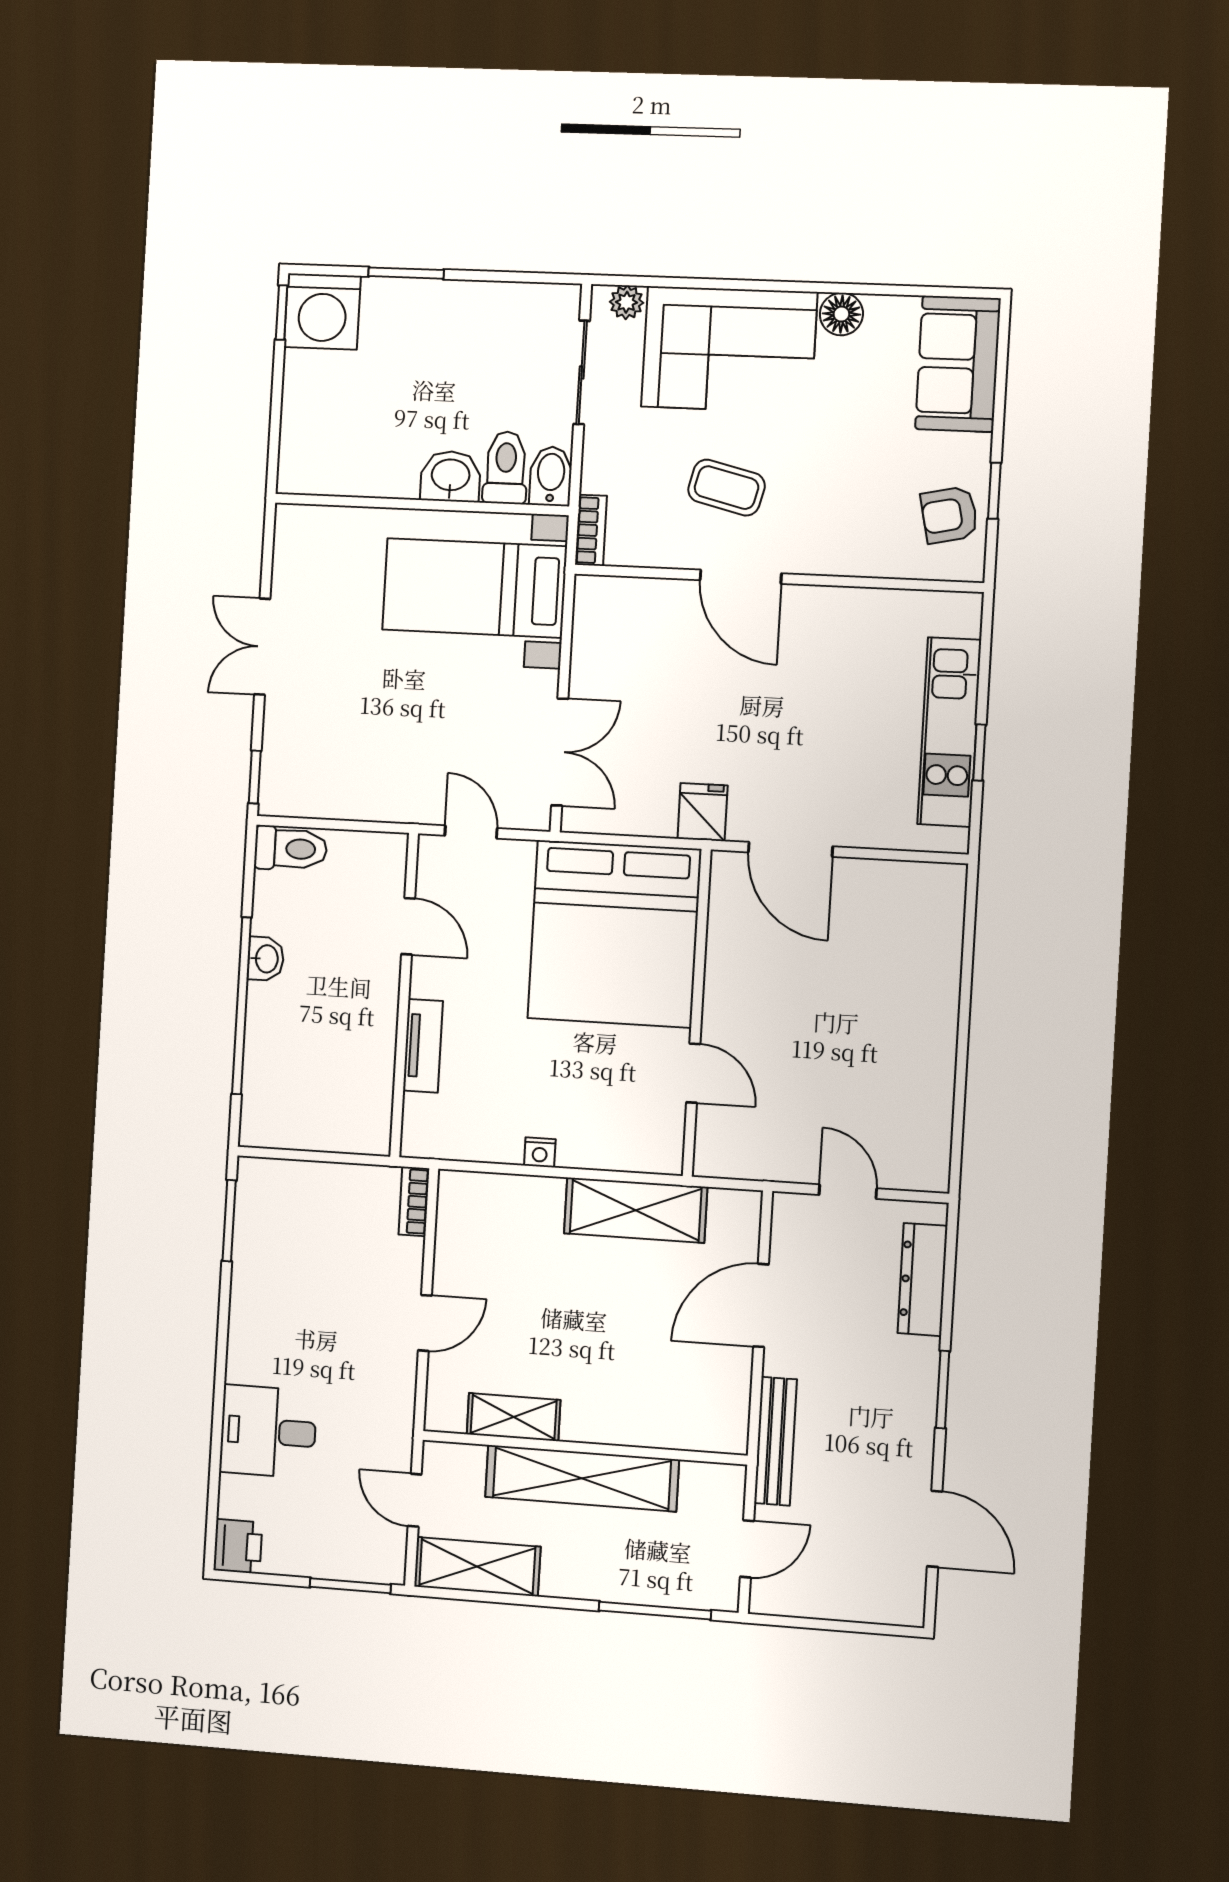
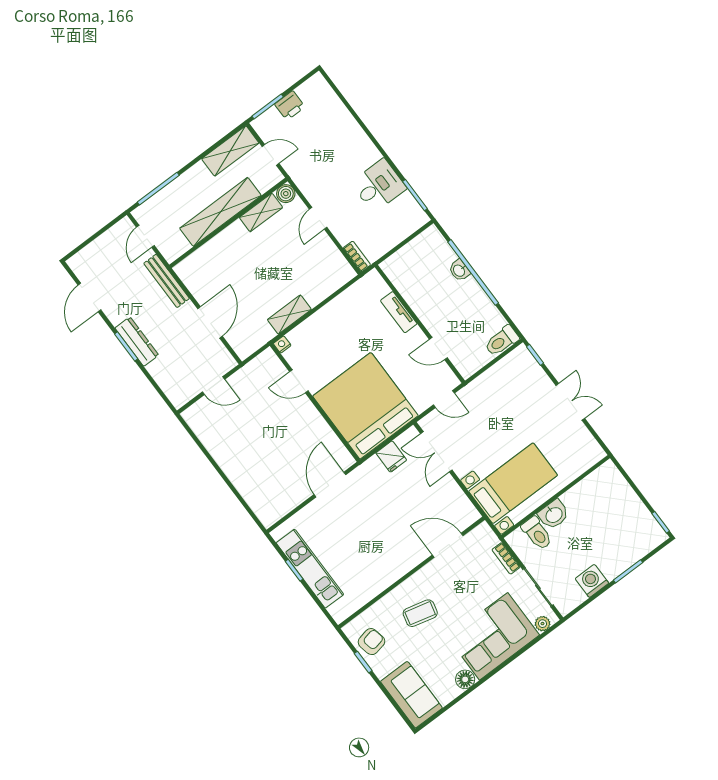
washing machine: (322, 312) -> (592, 581), moved, width x0.73, depth x0.73
bidet: (551, 476) -> (519, 543), removed
coffee table: (726, 488) -> (420, 613), moved
bookcase: (591, 530) -> (506, 558), moved
door: (741, 577) -> (448, 545), moved
fridge: (703, 812) -> (391, 457), moved
door: (790, 849) -> (330, 485), hinge flipped
washbasin: (266, 959) -> (459, 270), moved
nightstand: (540, 1152) -> (282, 345), moved
shelving: (636, 1210) -> (289, 315), width x0.67, depth x0.75
dresser: (923, 1279) -> (137, 342), moved
boiler: (444, 1412) -> (286, 194), added
desk: (268, 1431) -> (379, 186), moved
door: (935, 1529) -> (89, 298), hinge flipped
printer: (238, 1546) -> (290, 106), moved, turned -90

